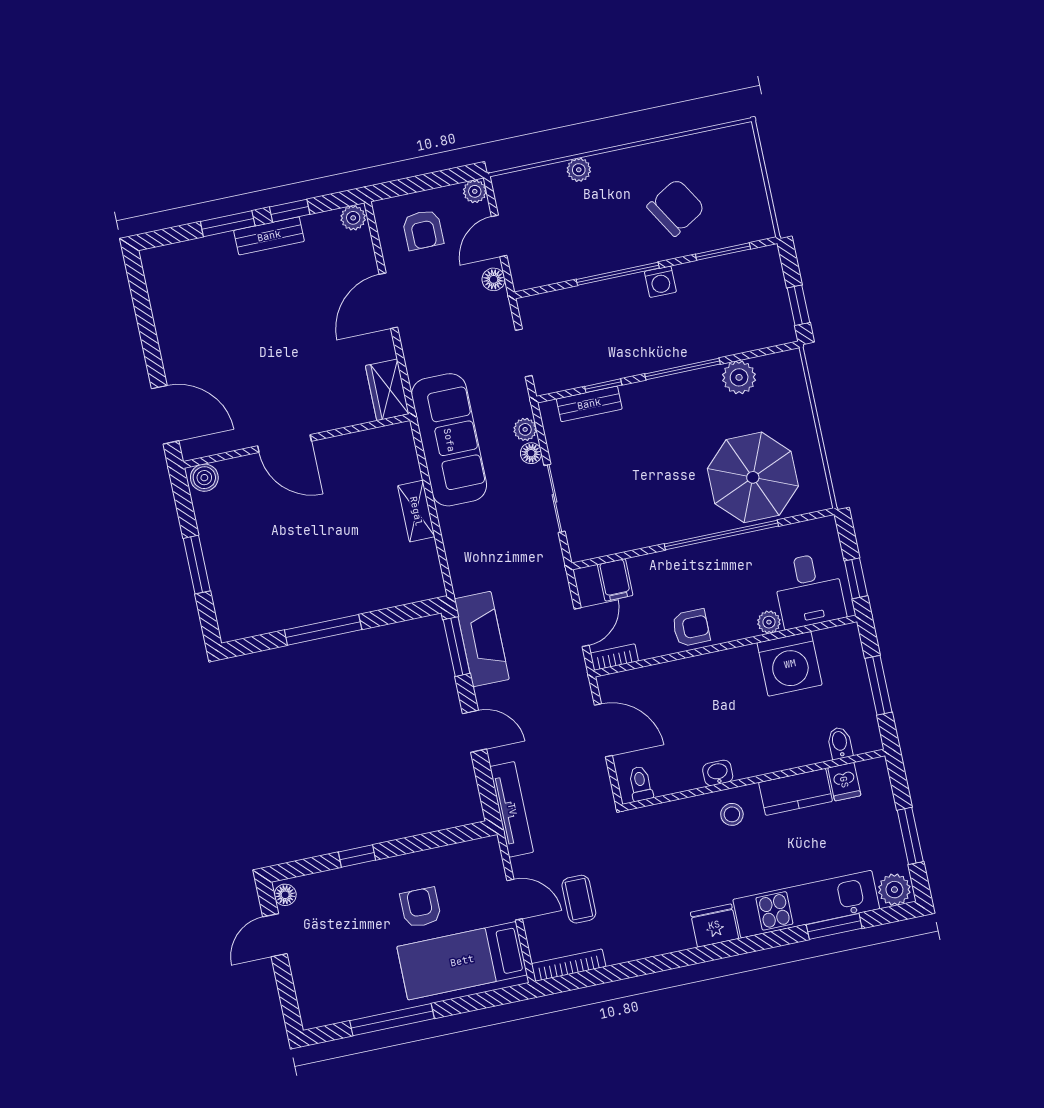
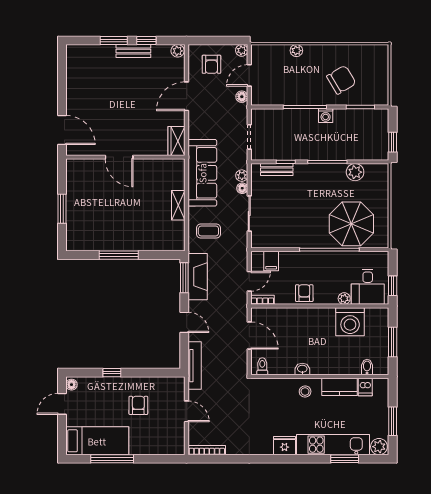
boiler: (204, 478) -> (75, 166), removed
armchair: (691, 628) -> (304, 293), turned -90
coffee table: (579, 899) -> (208, 231), moved, turned 90
bed: (462, 961) -> (97, 441), moved, turned 180

